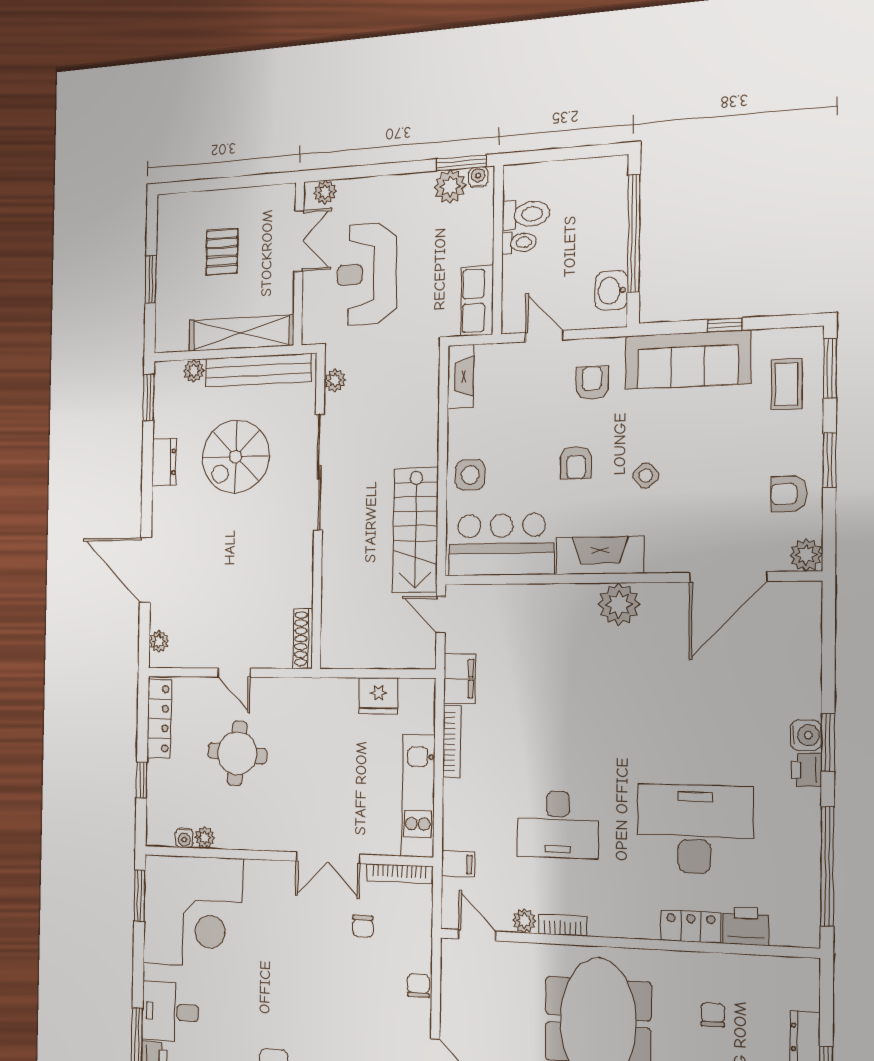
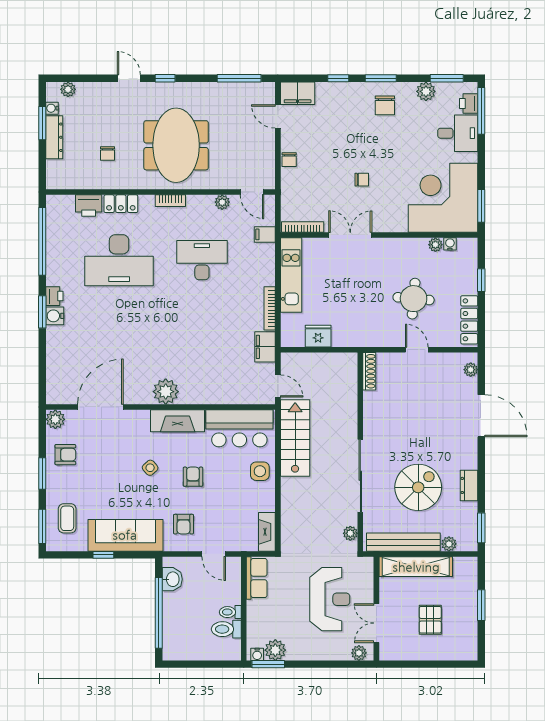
bookcase: (563, 925) -> (170, 201), moved
chair: (363, 926) -> (362, 180), moved, turned 90

